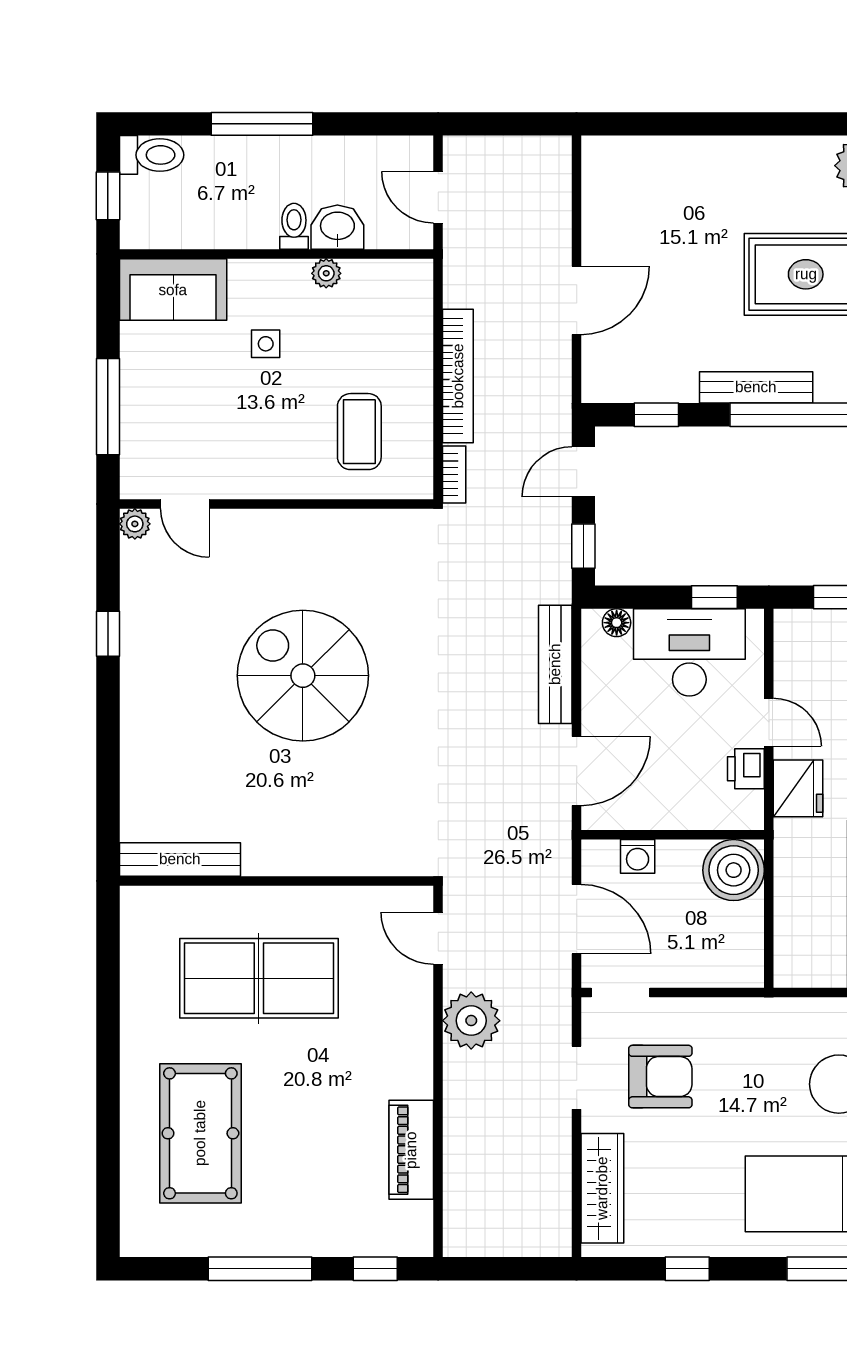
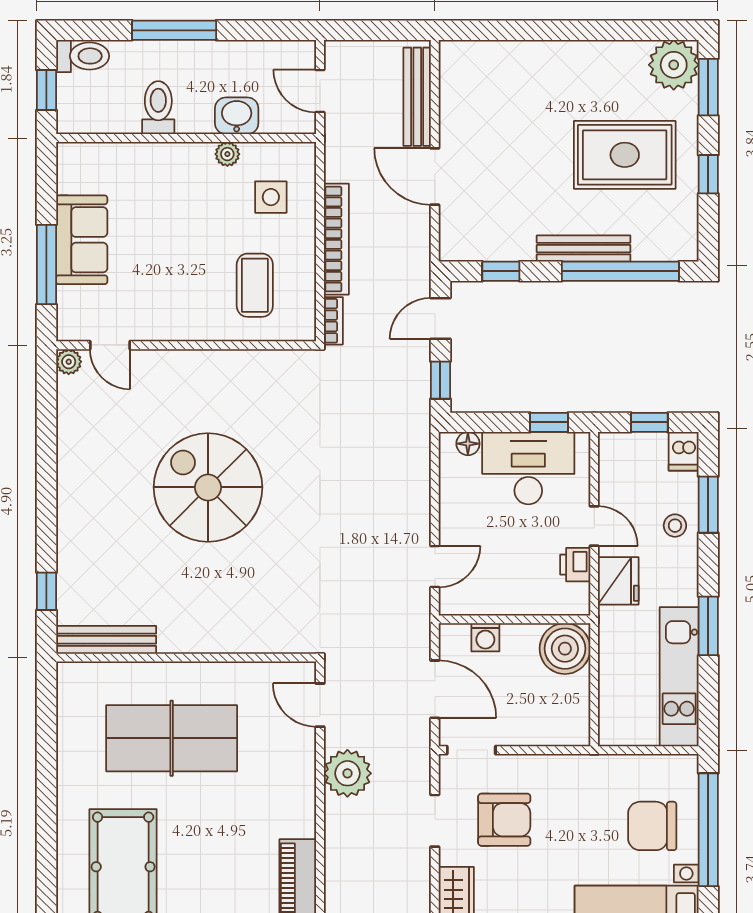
toilet: (294, 226) -> (158, 108), moved, width x1.37, depth x1.39
sofa: (173, 290) -> (82, 240), moved, turned -90
door: (577, 300) -> (435, 176), swing flipped
side table: (266, 344) -> (271, 197), moved, width x1.37, depth x1.37
window: (108, 634) -> (46, 591), moved
bench: (555, 664) -> (417, 97), moved
door: (577, 771) -> (435, 566), width x0.73

